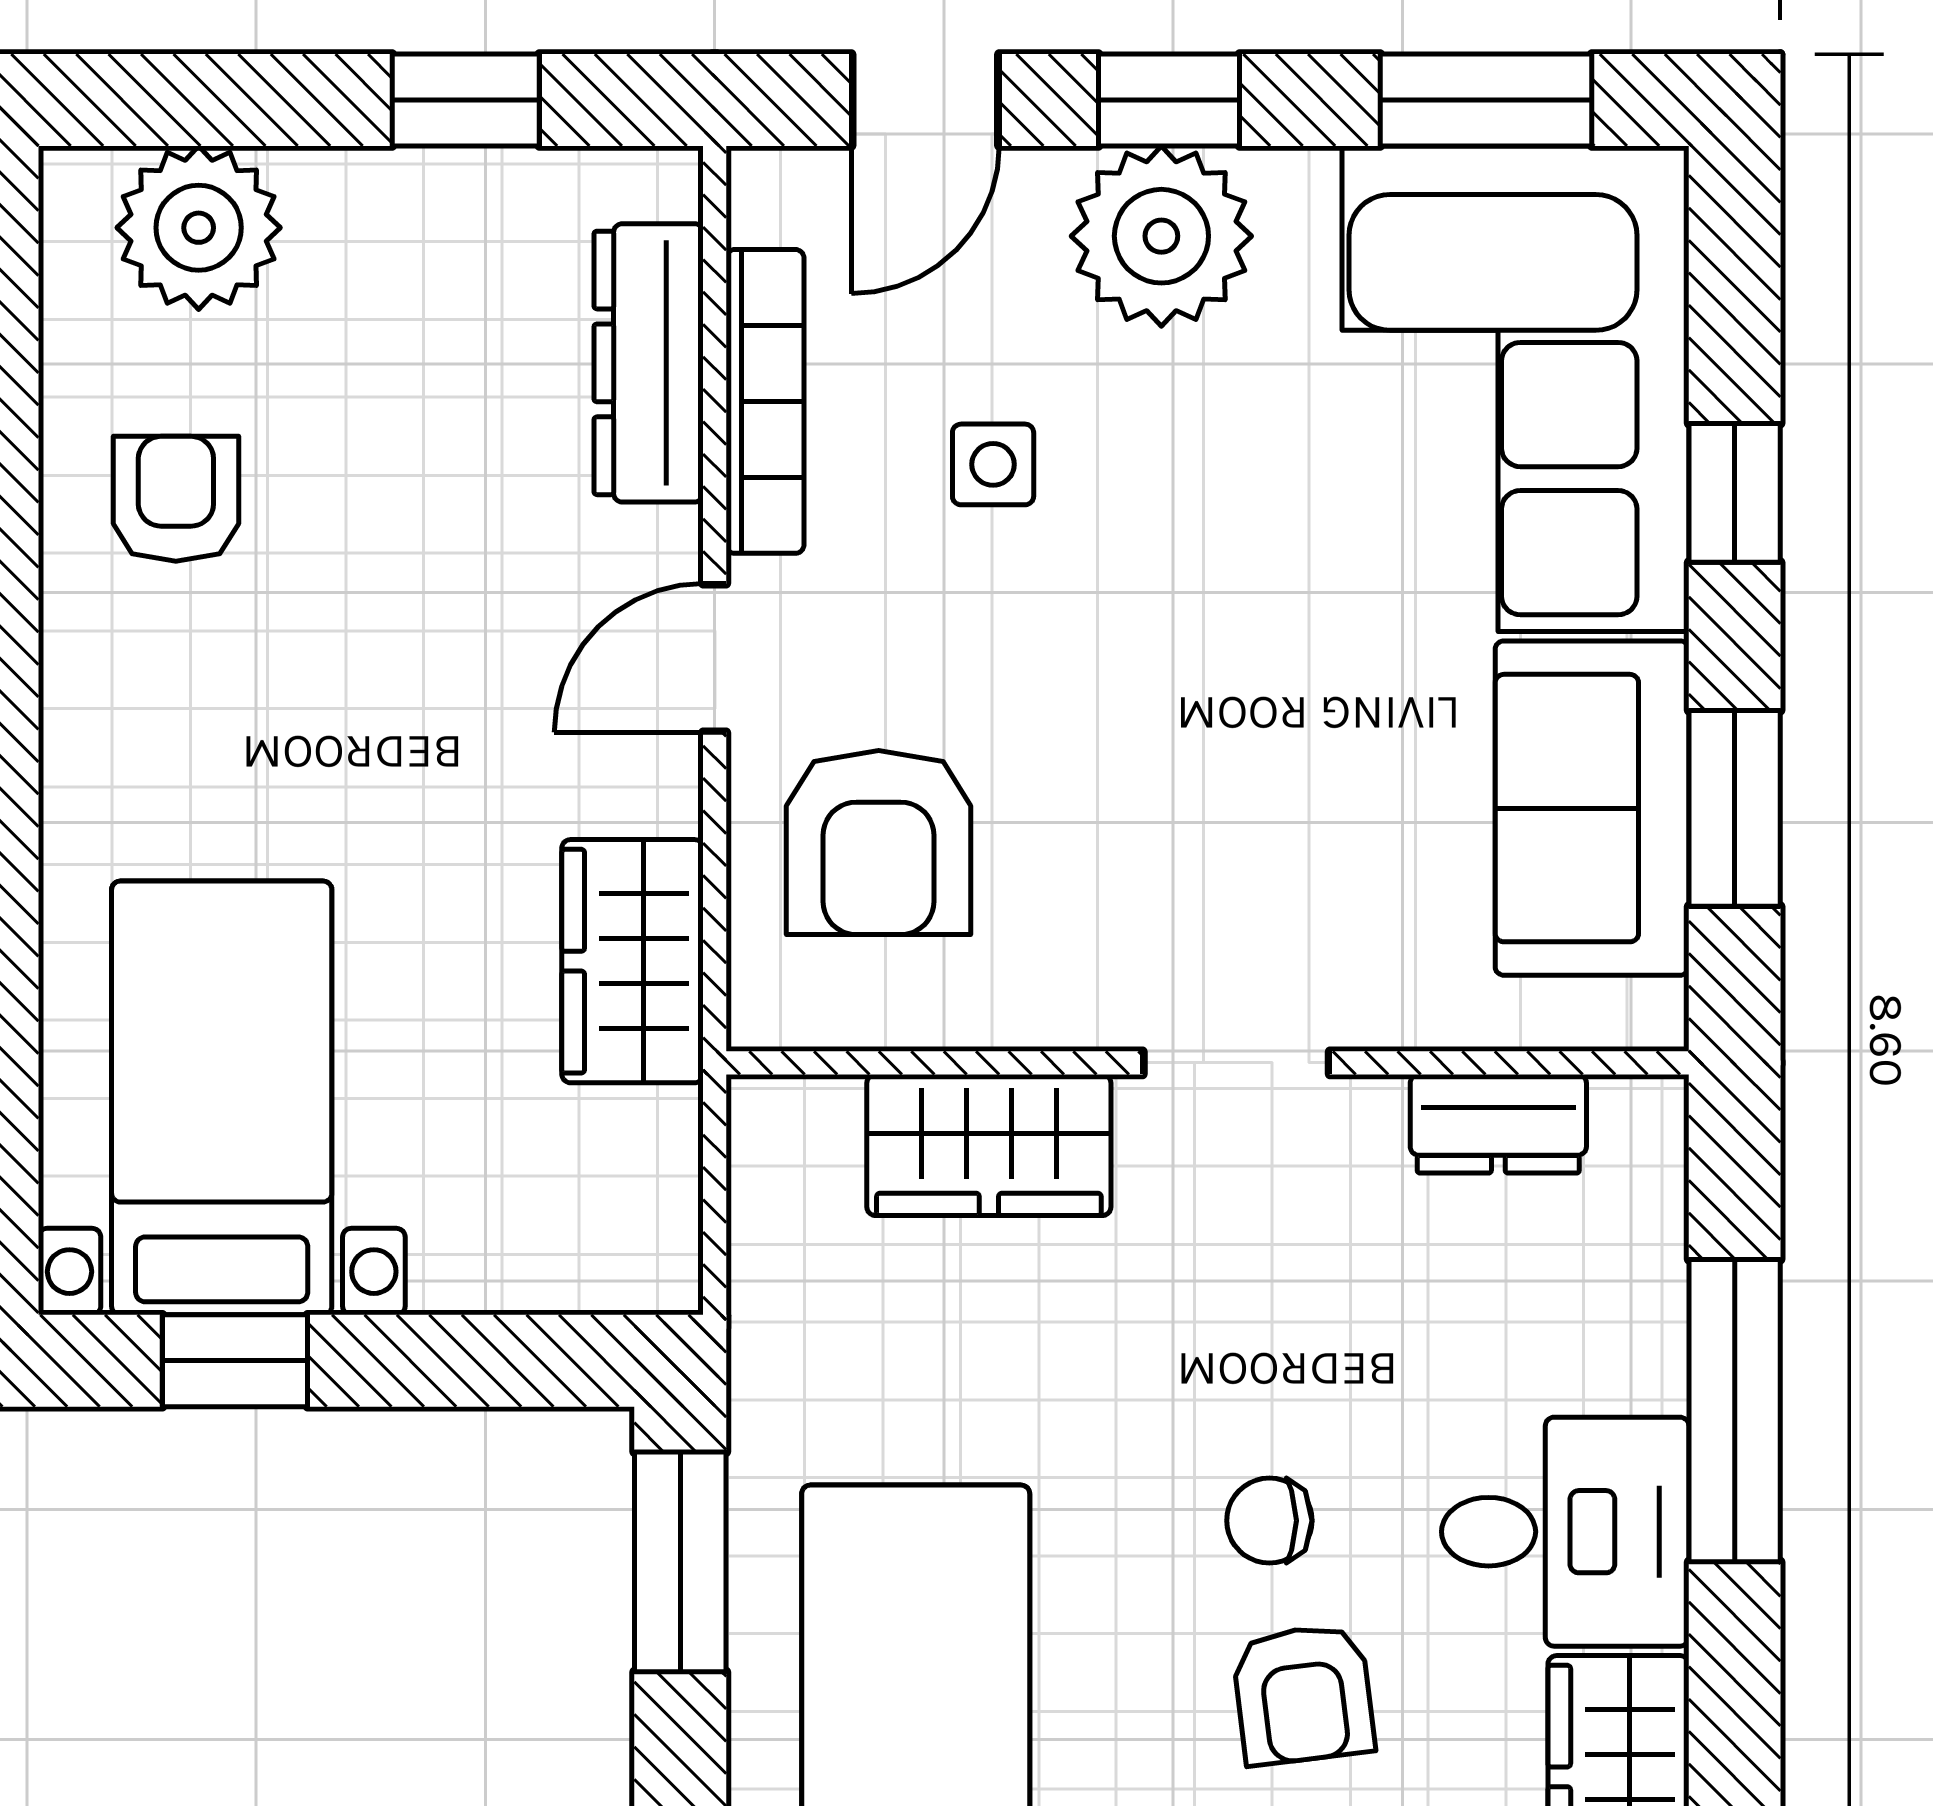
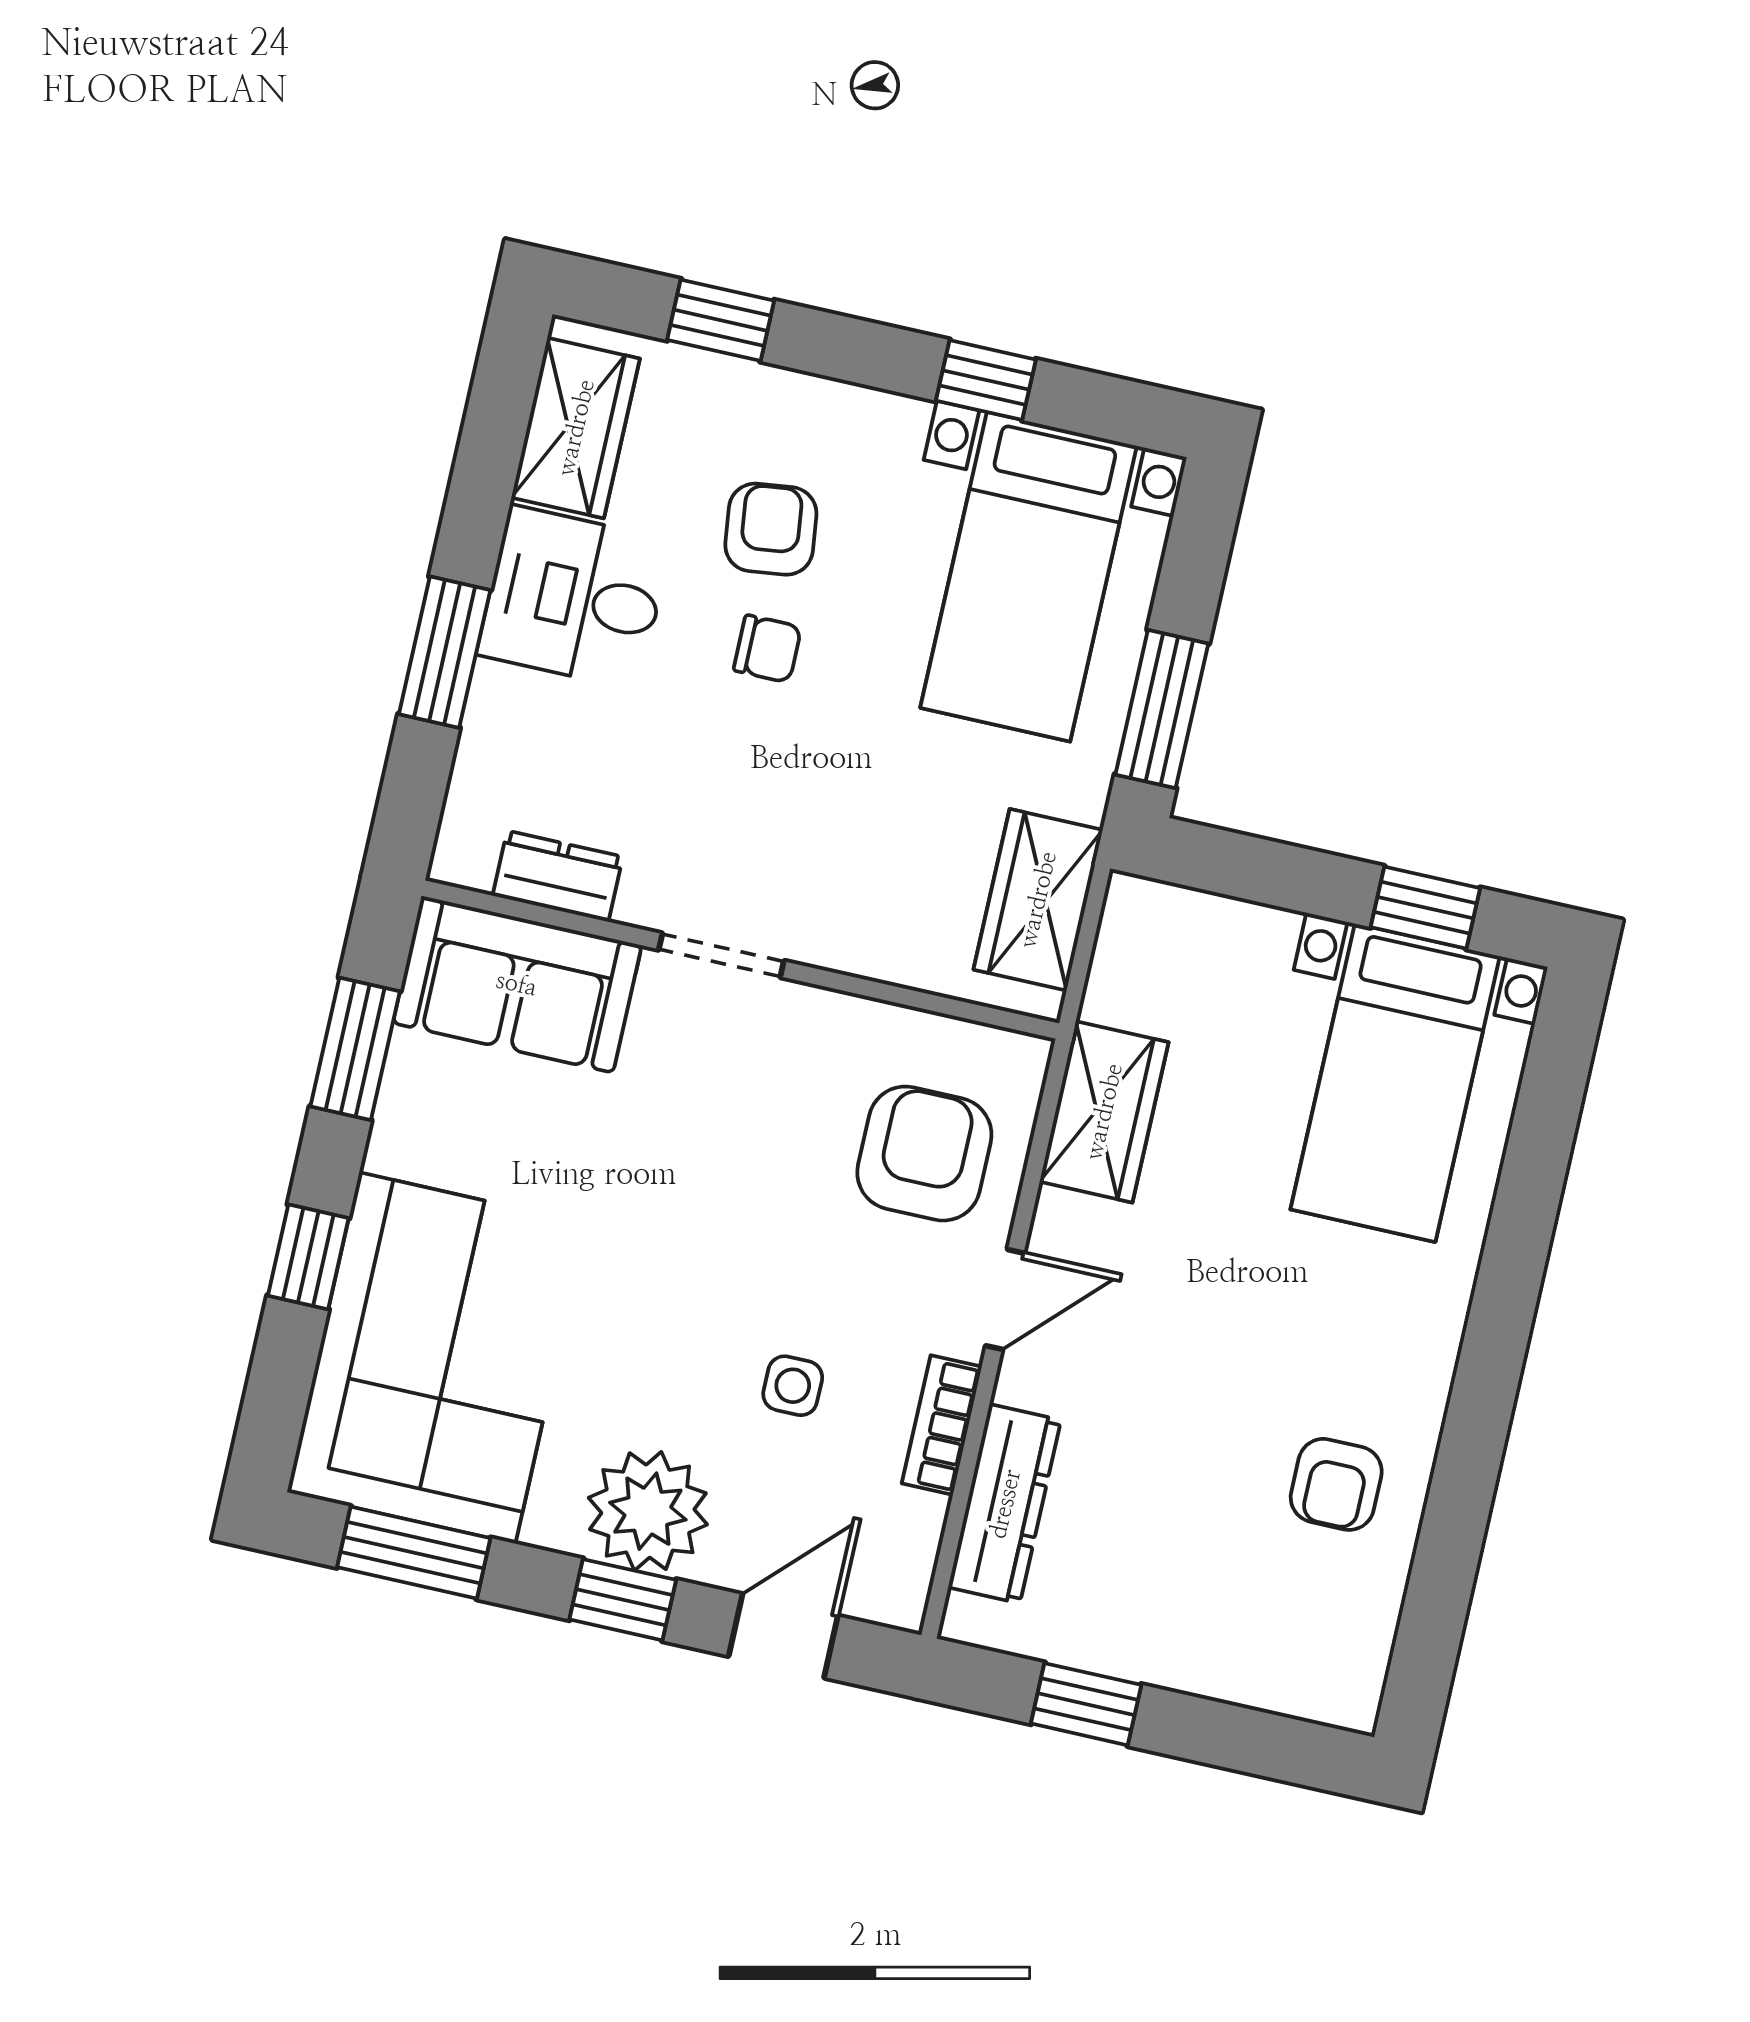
plant: (199, 228) -> (1281, 1660), removed
bookcase: (765, 401) -> (942, 1425), width x0.64
sofa: (1592, 808) -> (517, 984), moved, turned 90
wardrobe: (989, 1145) -> (1038, 900), moved, turned -90
window: (1735, 1411) -> (445, 652), width x0.69

